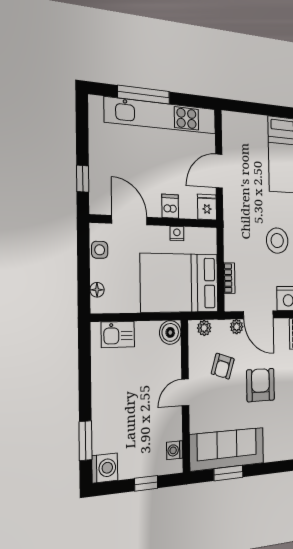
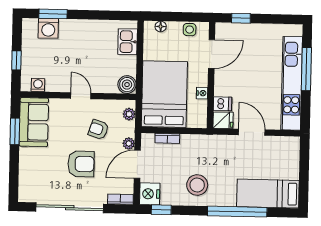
dishwasher: (170, 206) -> (223, 104), moved
sofa: (227, 449) -> (34, 122), width x0.73
washing machine: (105, 468) -> (48, 28), moved

